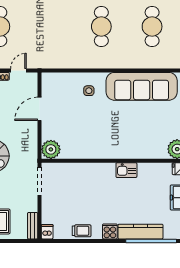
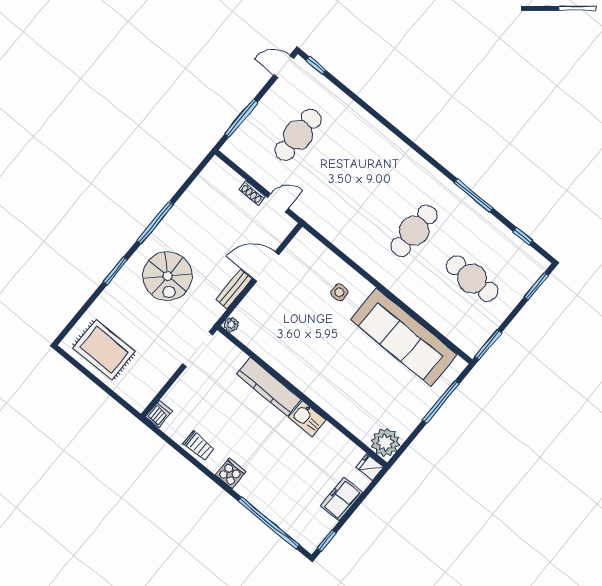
cafe table: (152, 27) -> (472, 279), turned 90
plant: (51, 149) -> (231, 325), width x0.53, depth x0.53
bench: (33, 226) -> (234, 289), moved
kitchen counter: (140, 232) -> (269, 387), moved, turned 180

